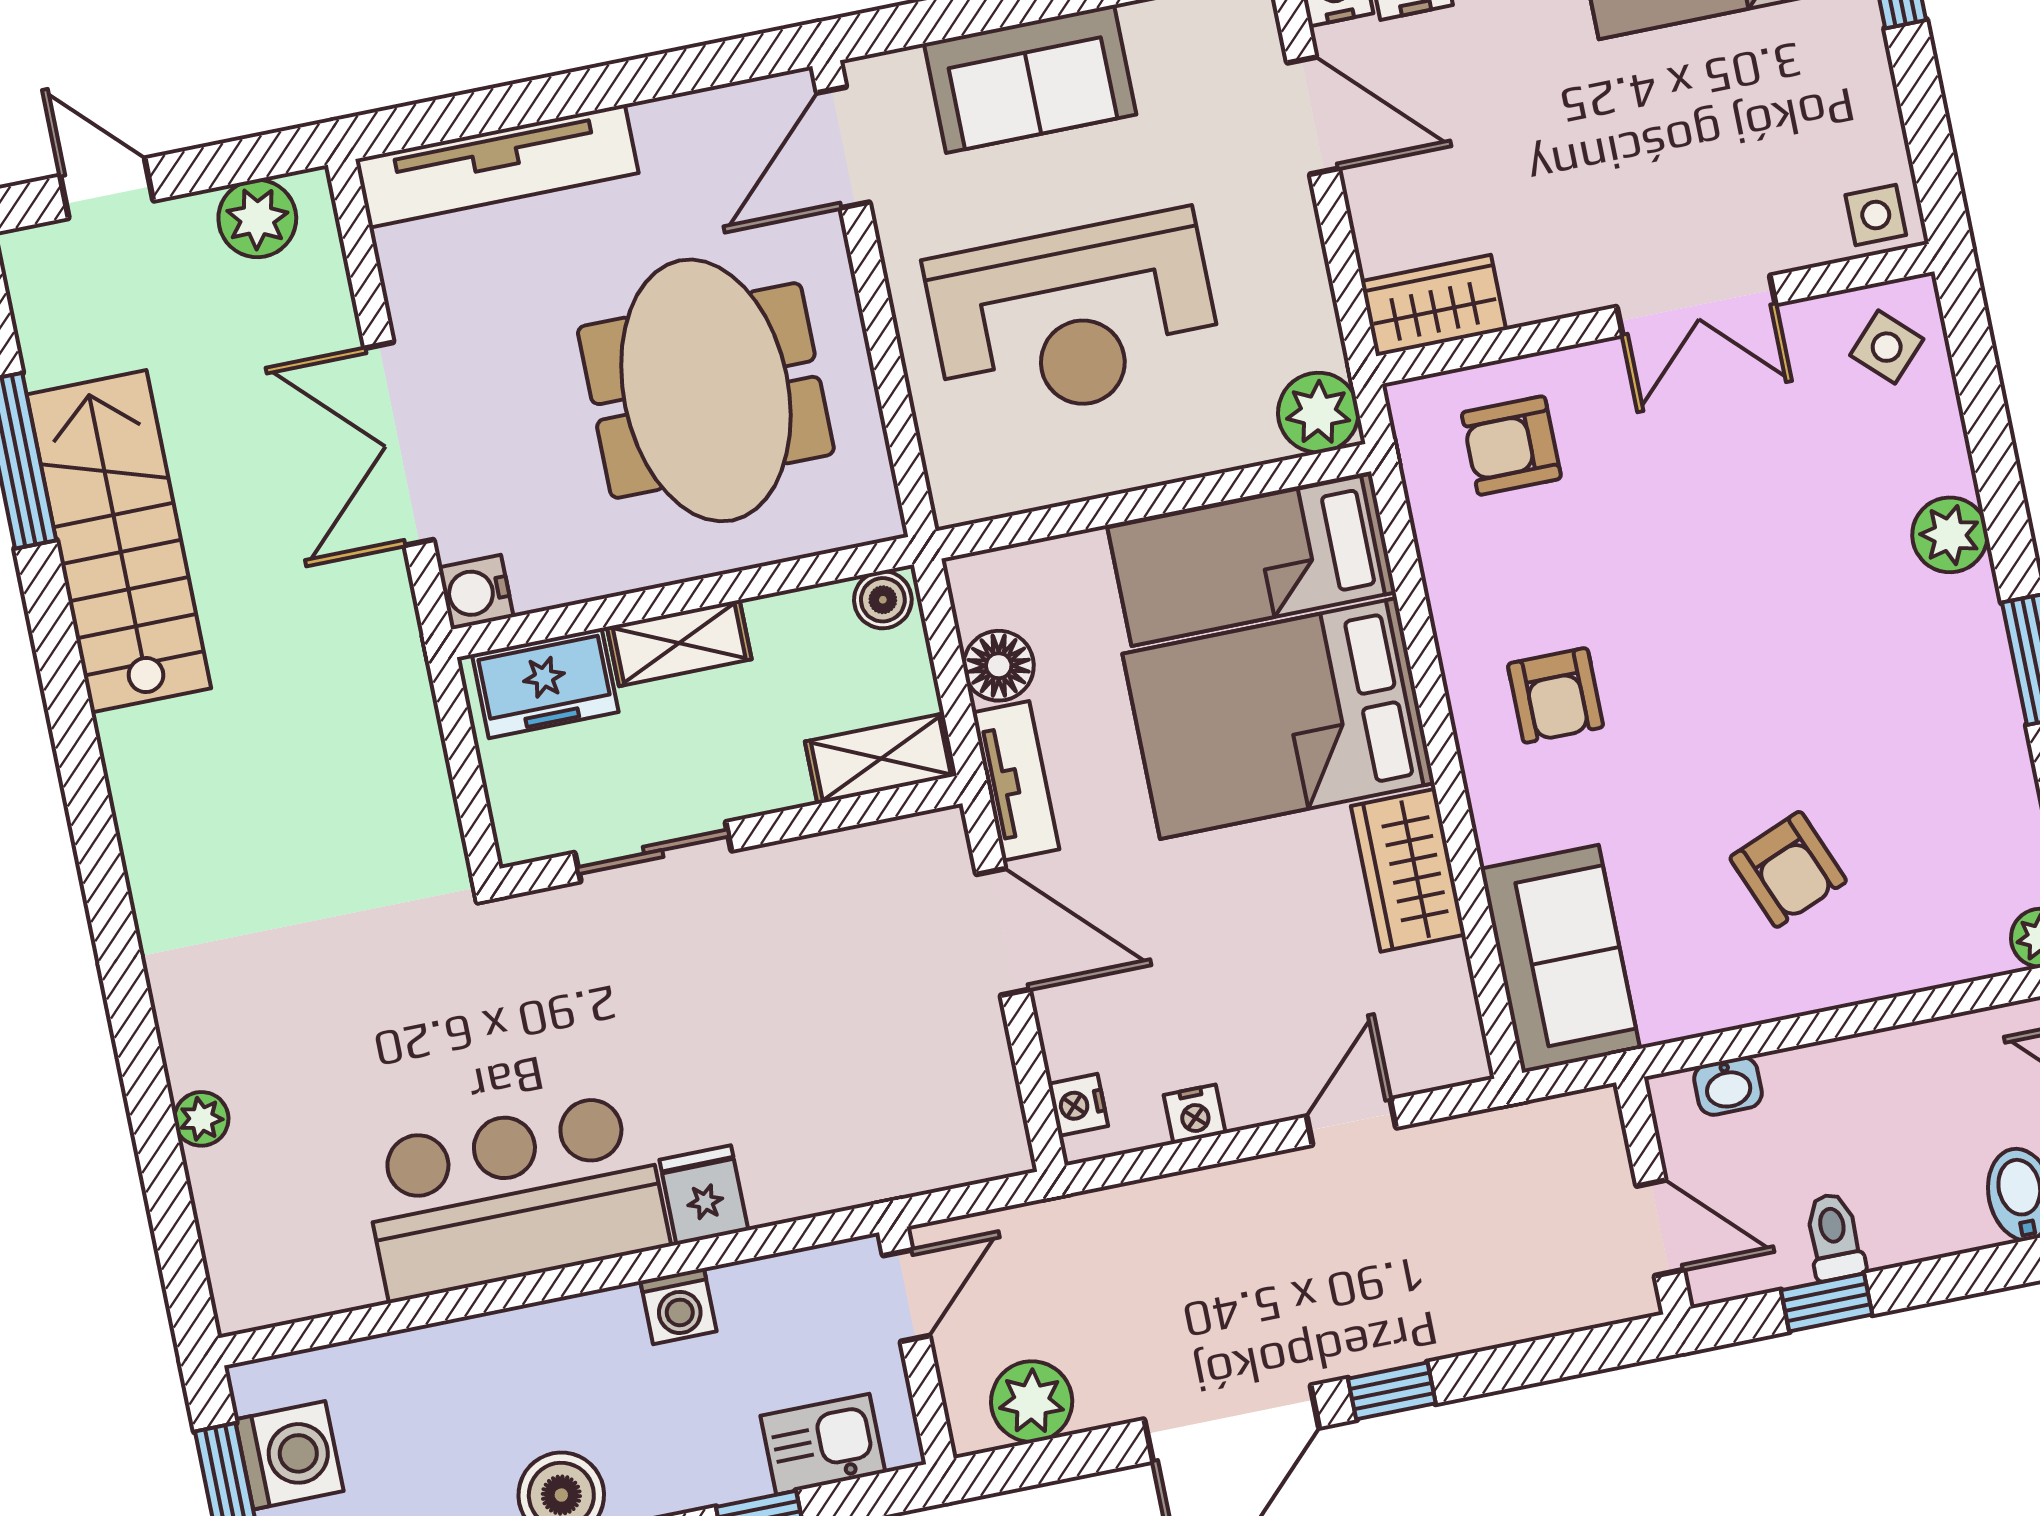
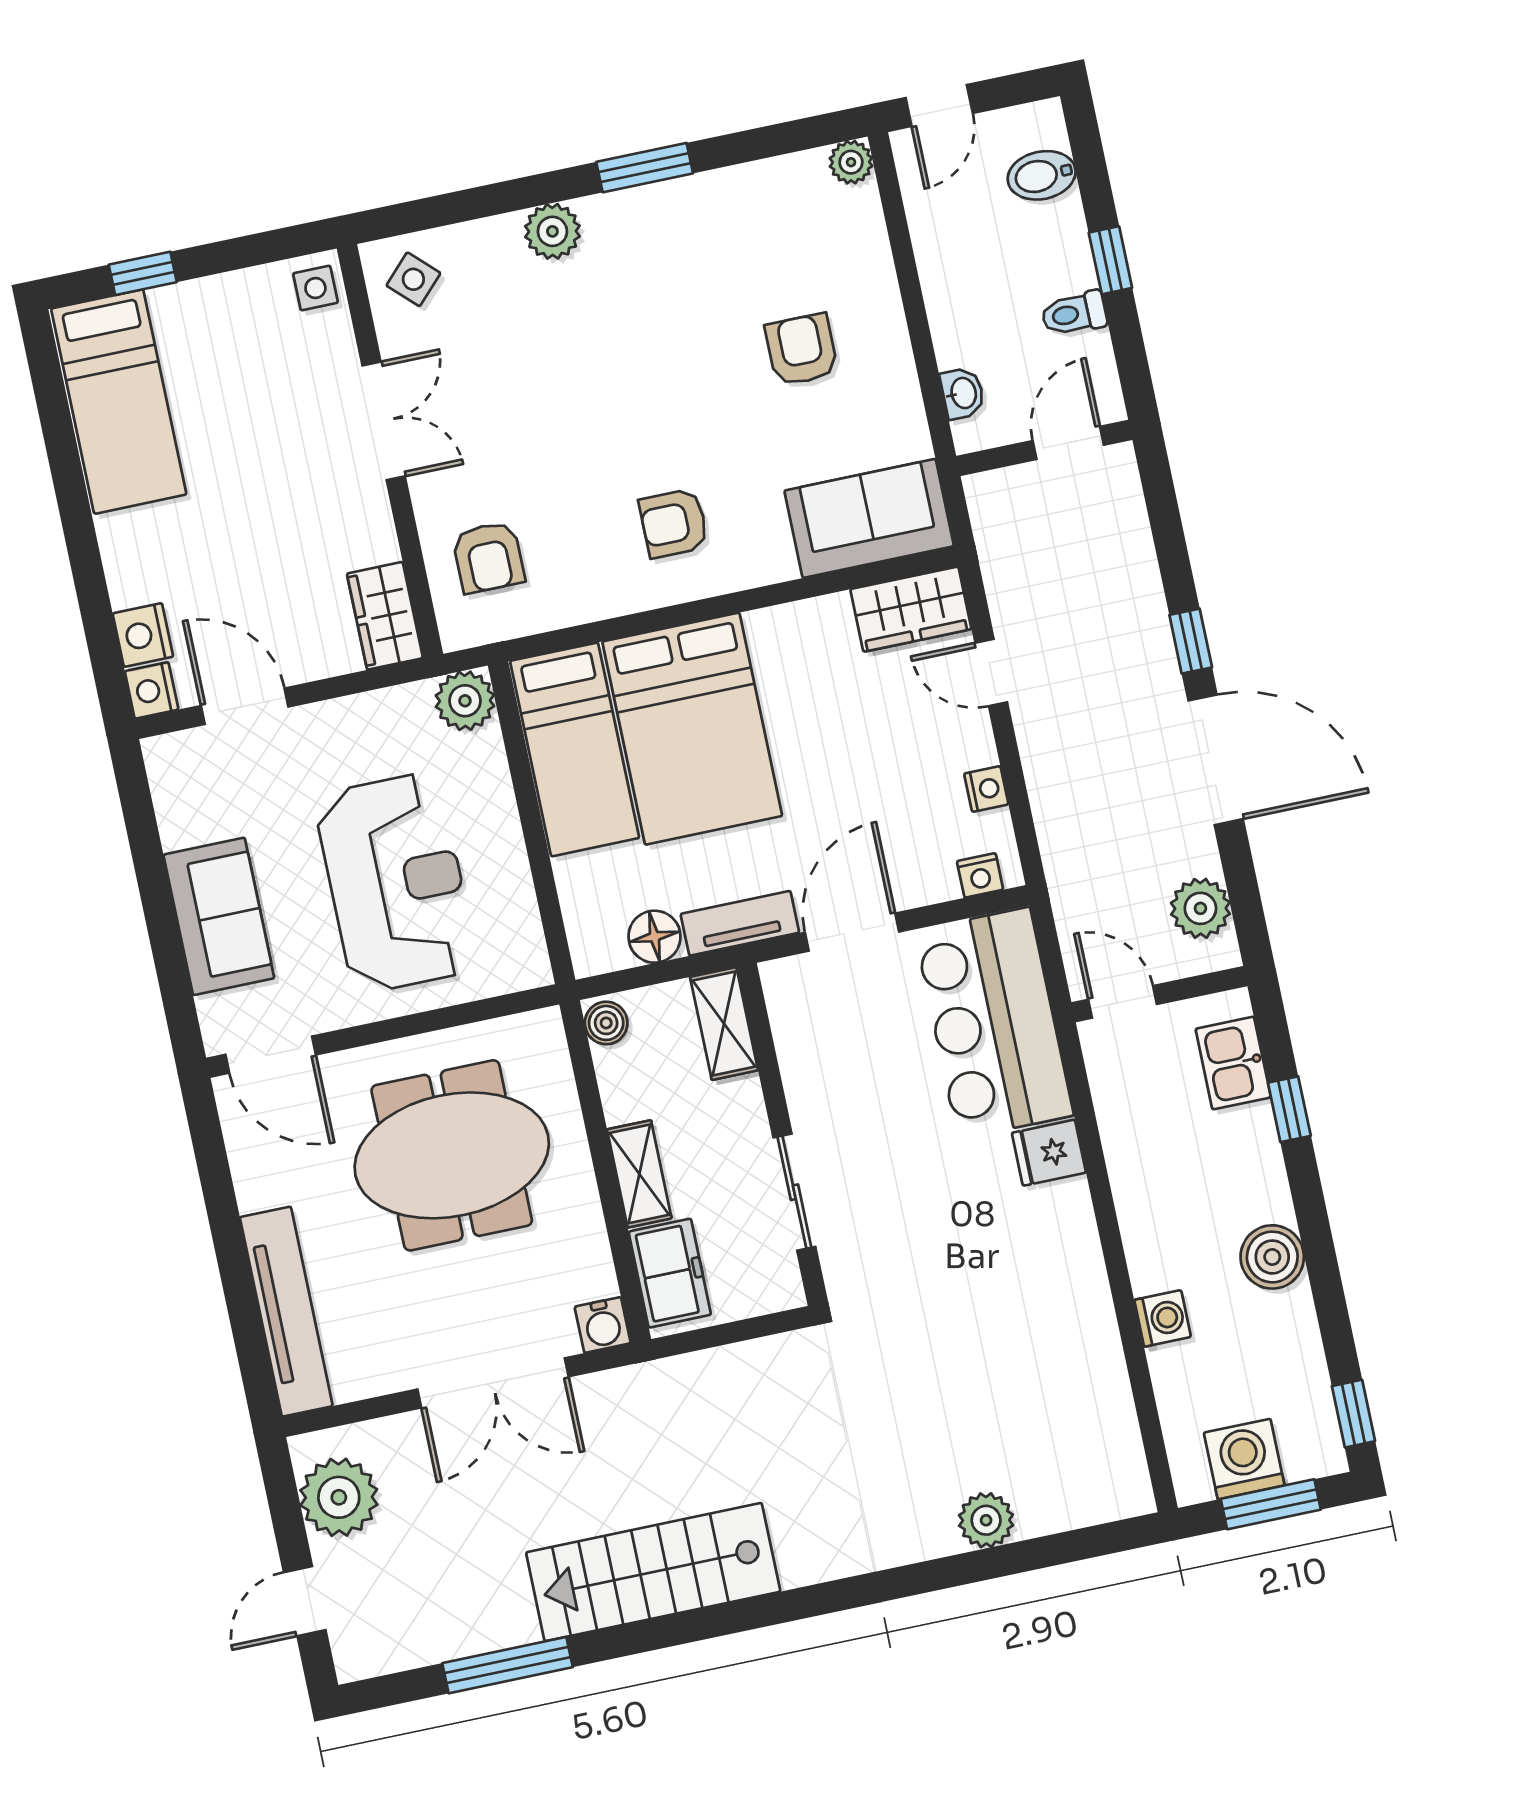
door: (1313, 116) -> (245, 706), hinge flipped
plant: (257, 219) -> (339, 1497), width x1.36, depth x1.36
stairs: (119, 541) -> (653, 1572), moved
armchair: (1556, 695) -> (674, 523), turned 180
armchair: (1788, 869) -> (802, 350), turned -68
wardrobe: (1408, 870) -> (911, 609), moved
plant: (201, 1119) -> (986, 1520), width x1.38, depth x1.38
bar counter: (514, 1196) -> (994, 1023), moved
window: (1827, 1302) -> (1110, 260), moved
washing machine: (678, 1306) -> (1163, 1318), moved

